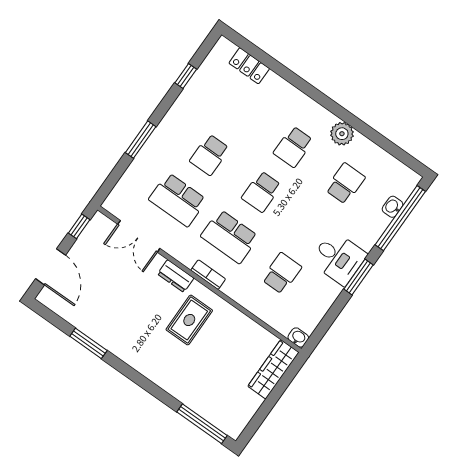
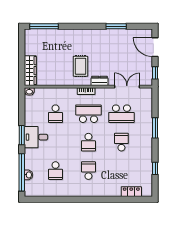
plant: (342, 134) -> (72, 191), removed
school desk: (261, 192) -> (88, 142), turned 180
school desk: (178, 200) -> (121, 114), turned 180

